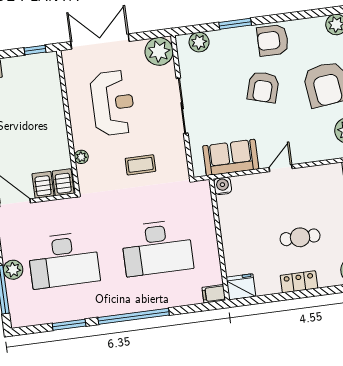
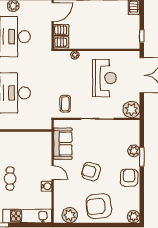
plant: (199, 42) -> (134, 151), moved
armchair: (263, 87) -> (91, 172), moved
reception desk: (113, 103) -> (104, 78), turned -90
coffee table: (140, 165) -> (65, 104), moved
water cooler: (223, 186) -> (47, 186), moved

